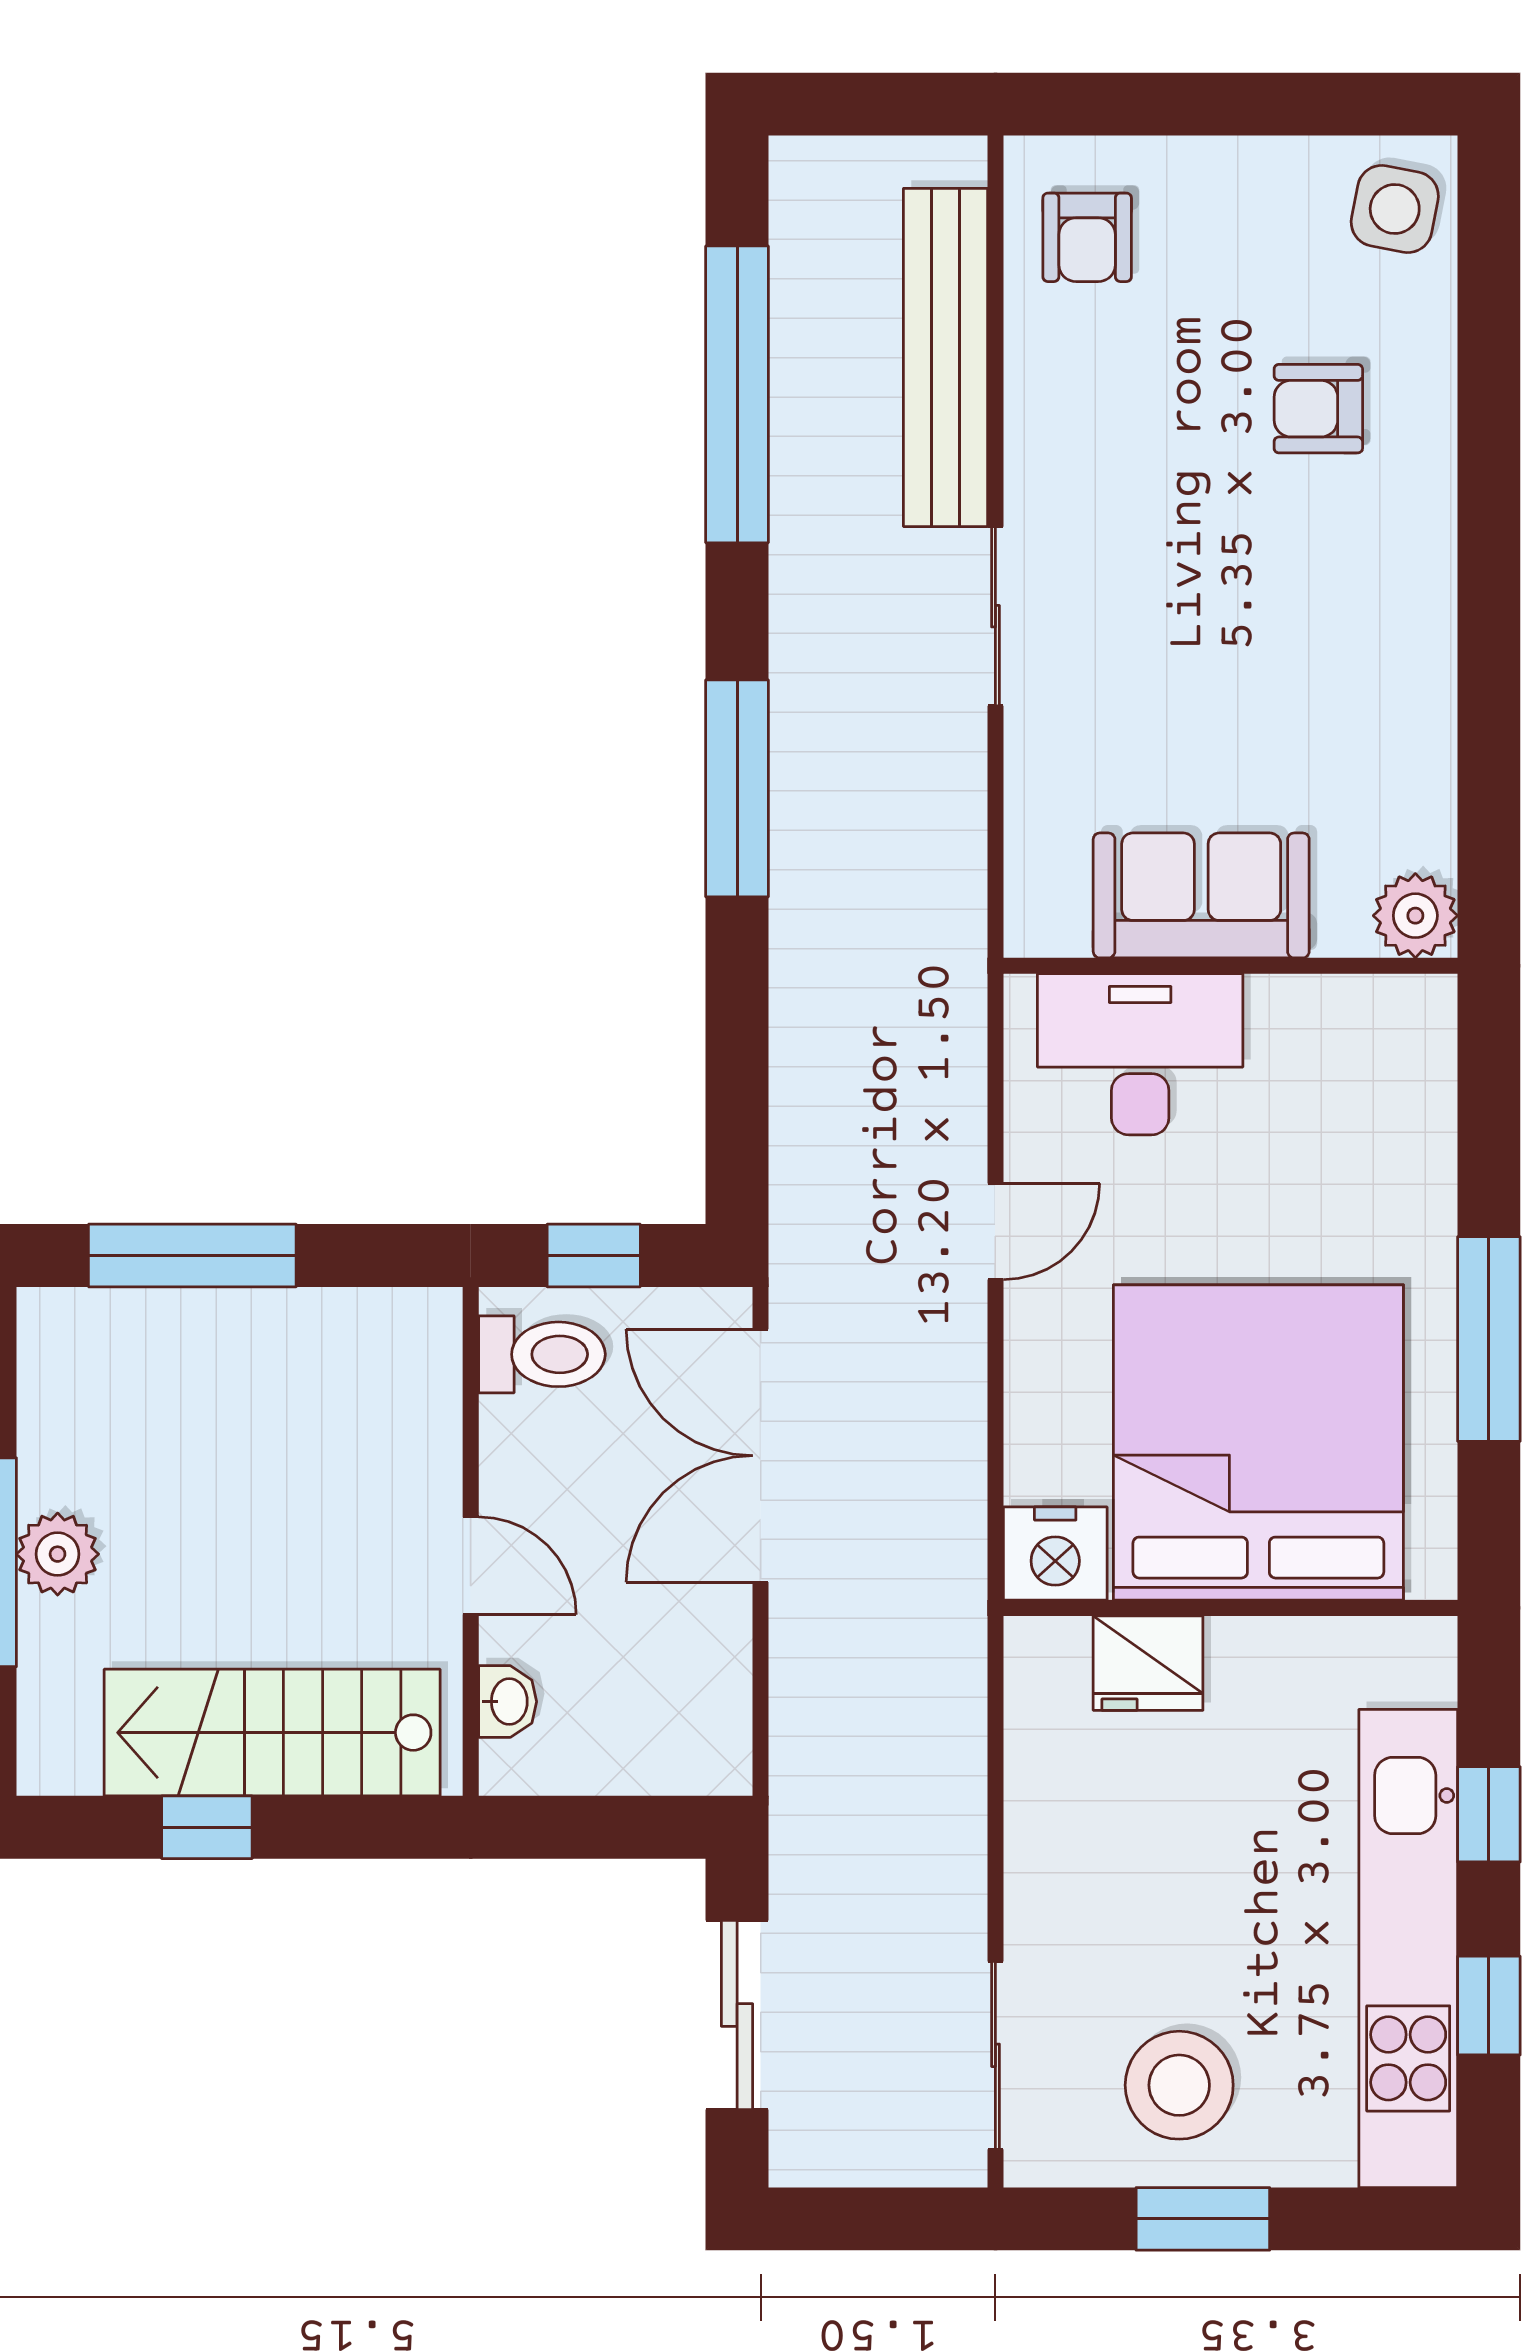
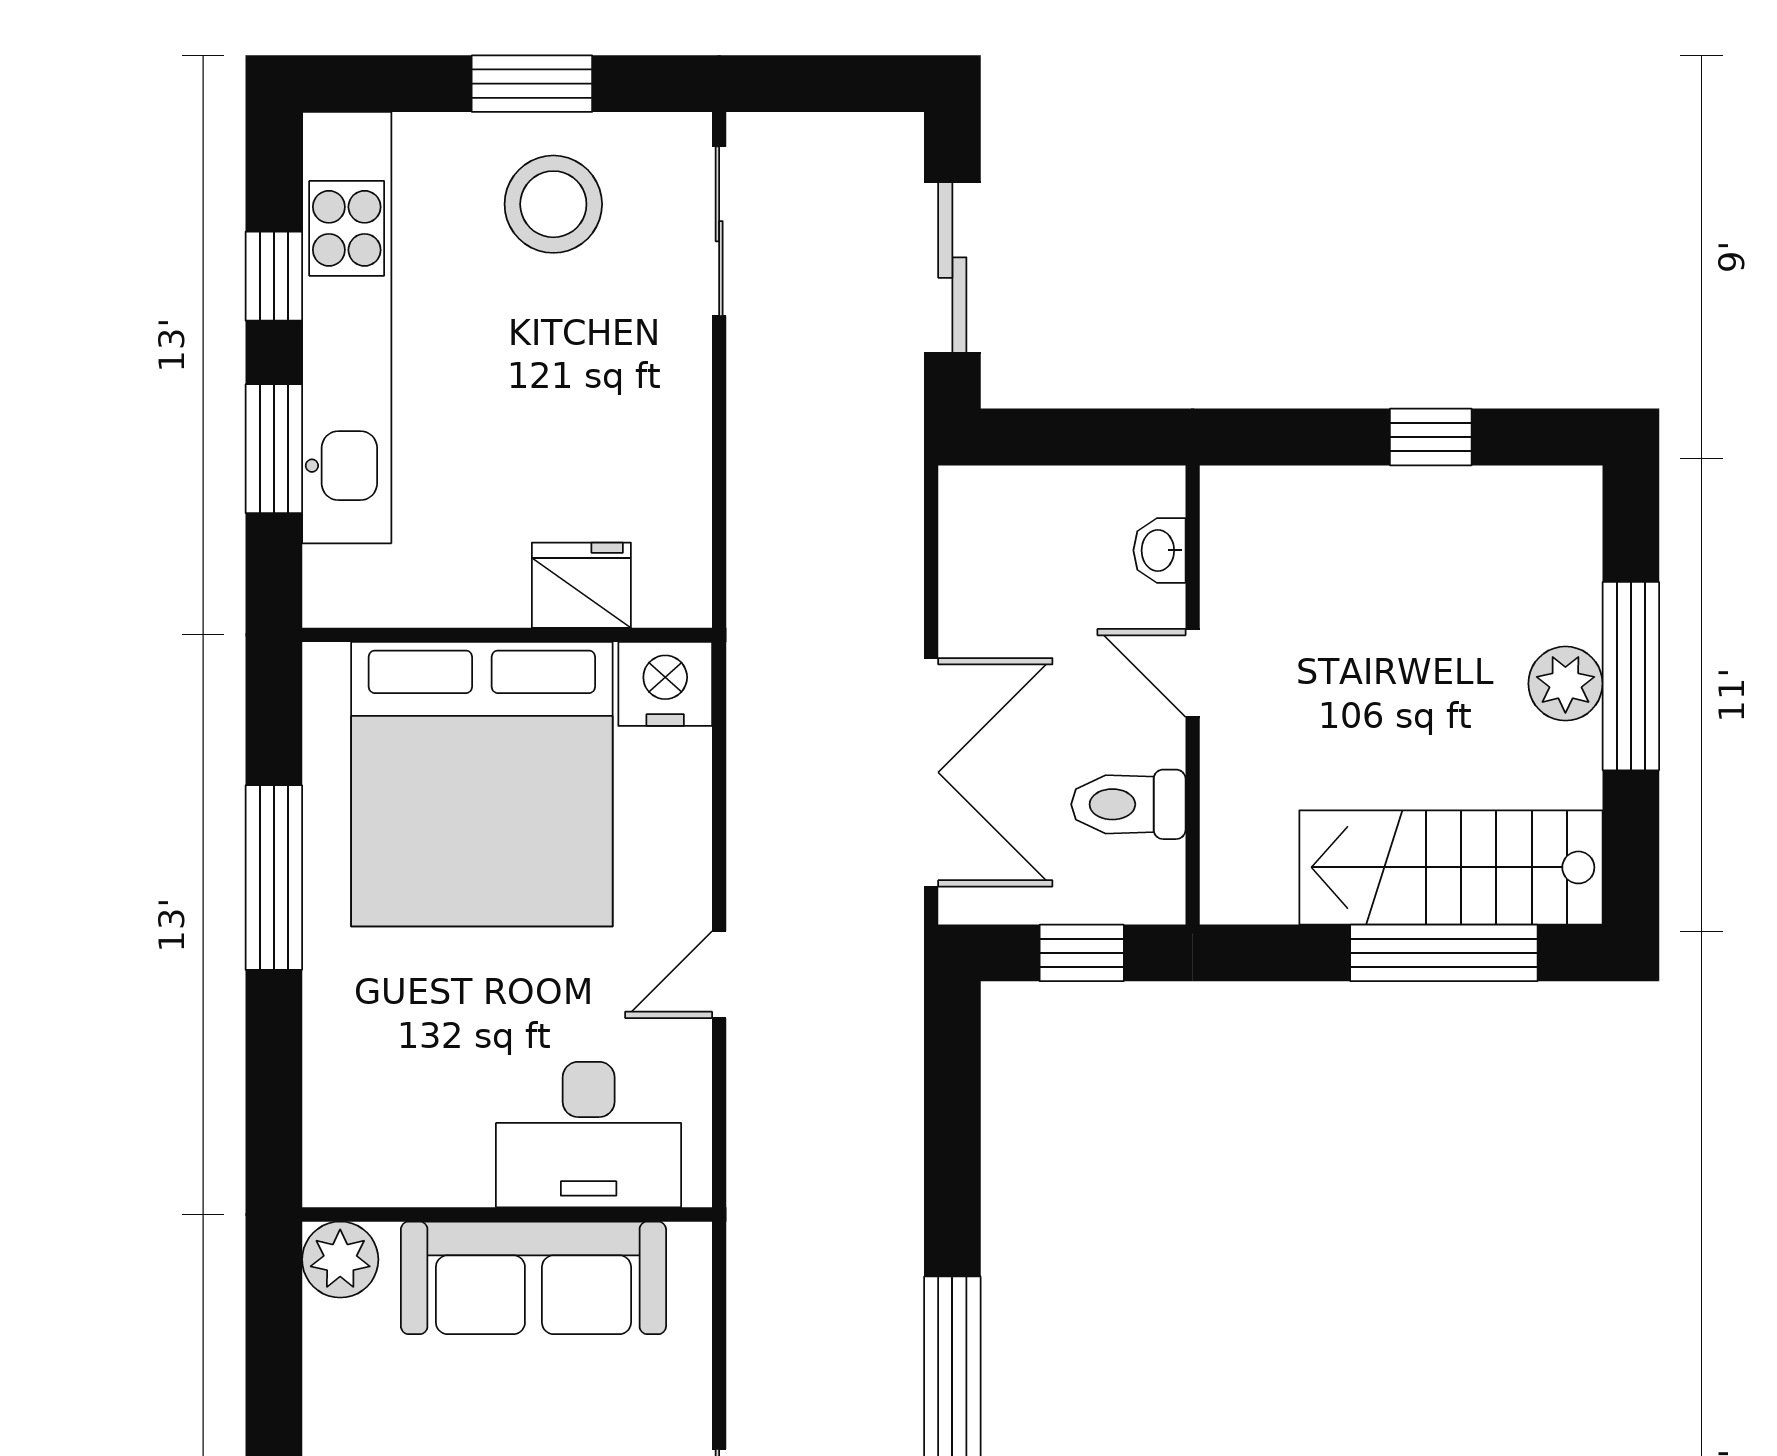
sofa: (1201, 895) -> (533, 1278), width x1.36
toilet: (542, 1354) -> (1128, 804), moved
stairs: (272, 1733) -> (1451, 867), moved, turned 180
window: (1489, 1814) -> (274, 449), width x1.50

